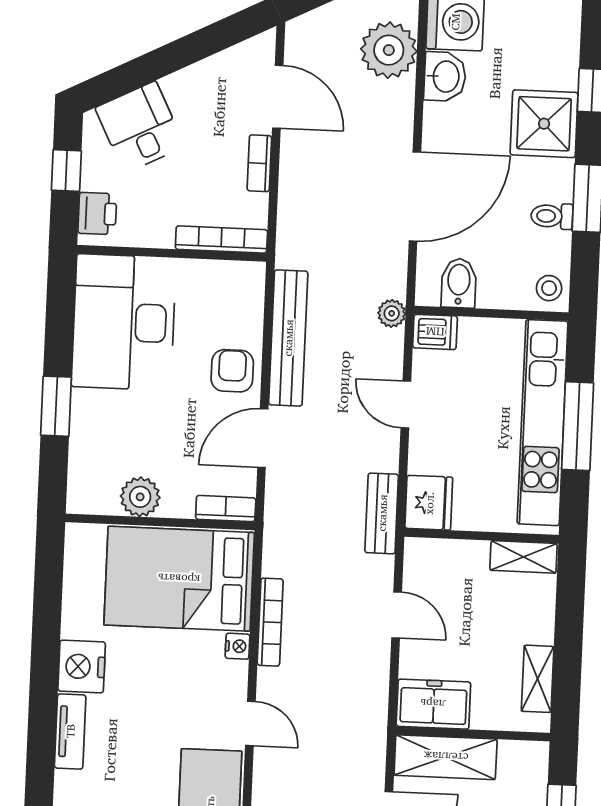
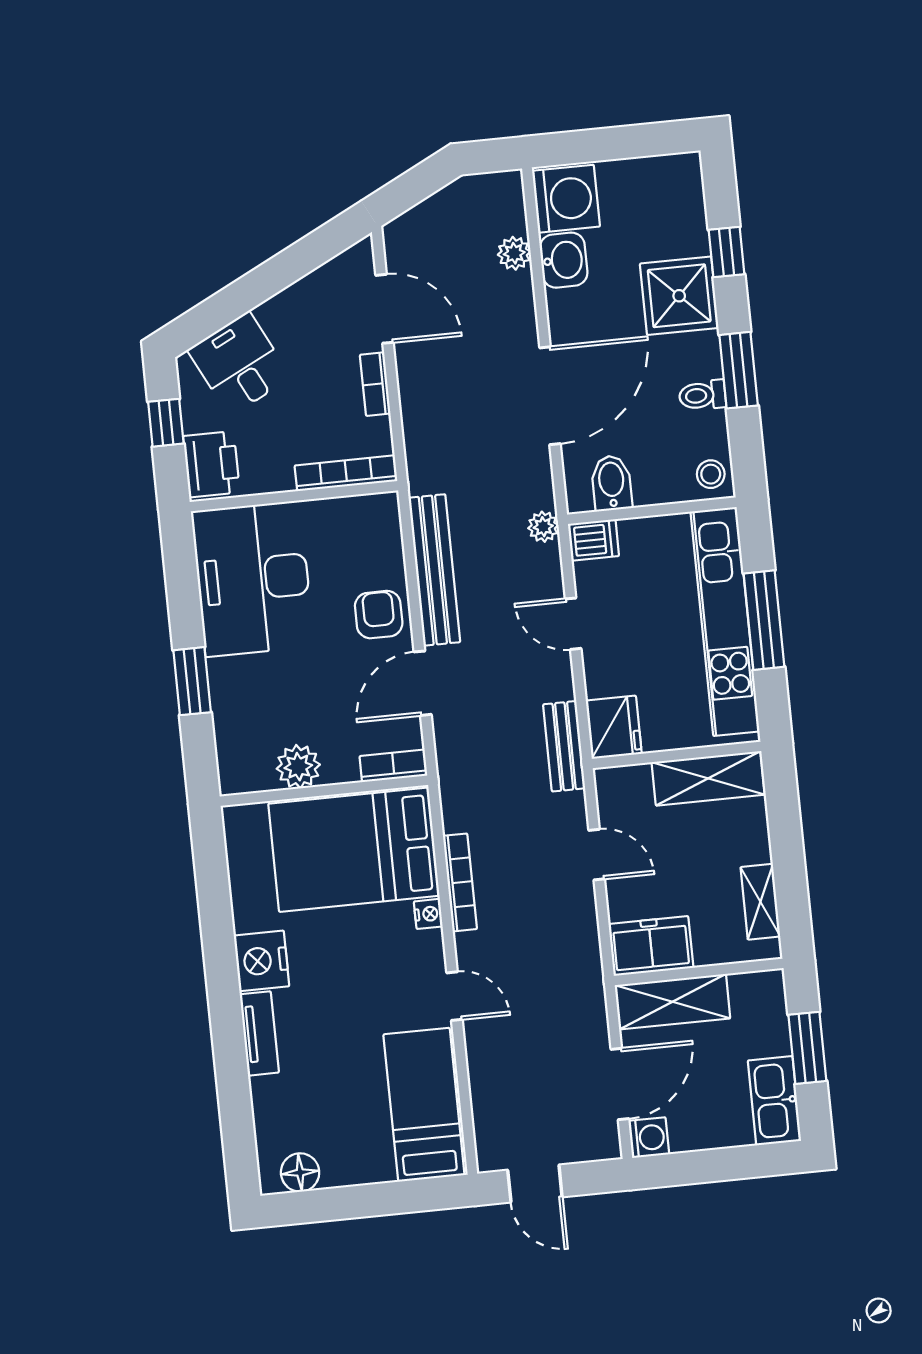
plant: (389, 50) -> (514, 253), width x0.53, depth x0.53
printer: (97, 214) -> (211, 464), width x1.36, depth x1.24
shelving: (524, 557) -> (708, 778), width x1.50, depth x1.33

